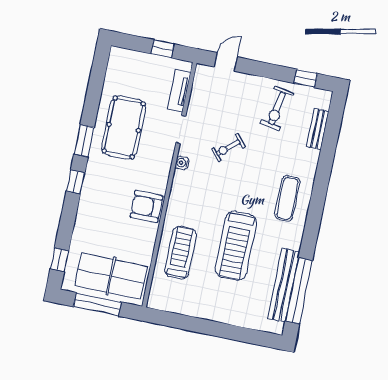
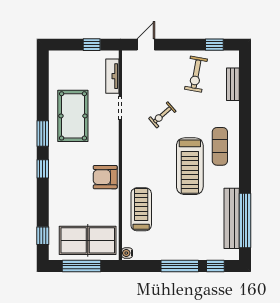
water cooler: (182, 163) -> (127, 253), moved
treadmill: (236, 246) -> (190, 166), moved
window: (212, 328) -> (180, 266), added
window: (253, 337) -> (215, 266), added

